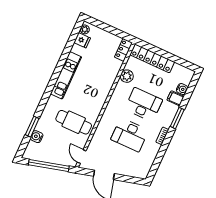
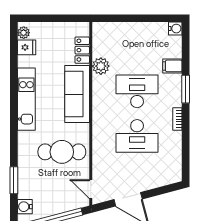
locker: (123, 50) -> (82, 50), moved
locker: (152, 58) -> (122, 30), removed
sofa: (102, 88) -> (77, 94), added
water cooler: (182, 89) -> (175, 29), moved
water cooler: (37, 137) -> (25, 207), moved

